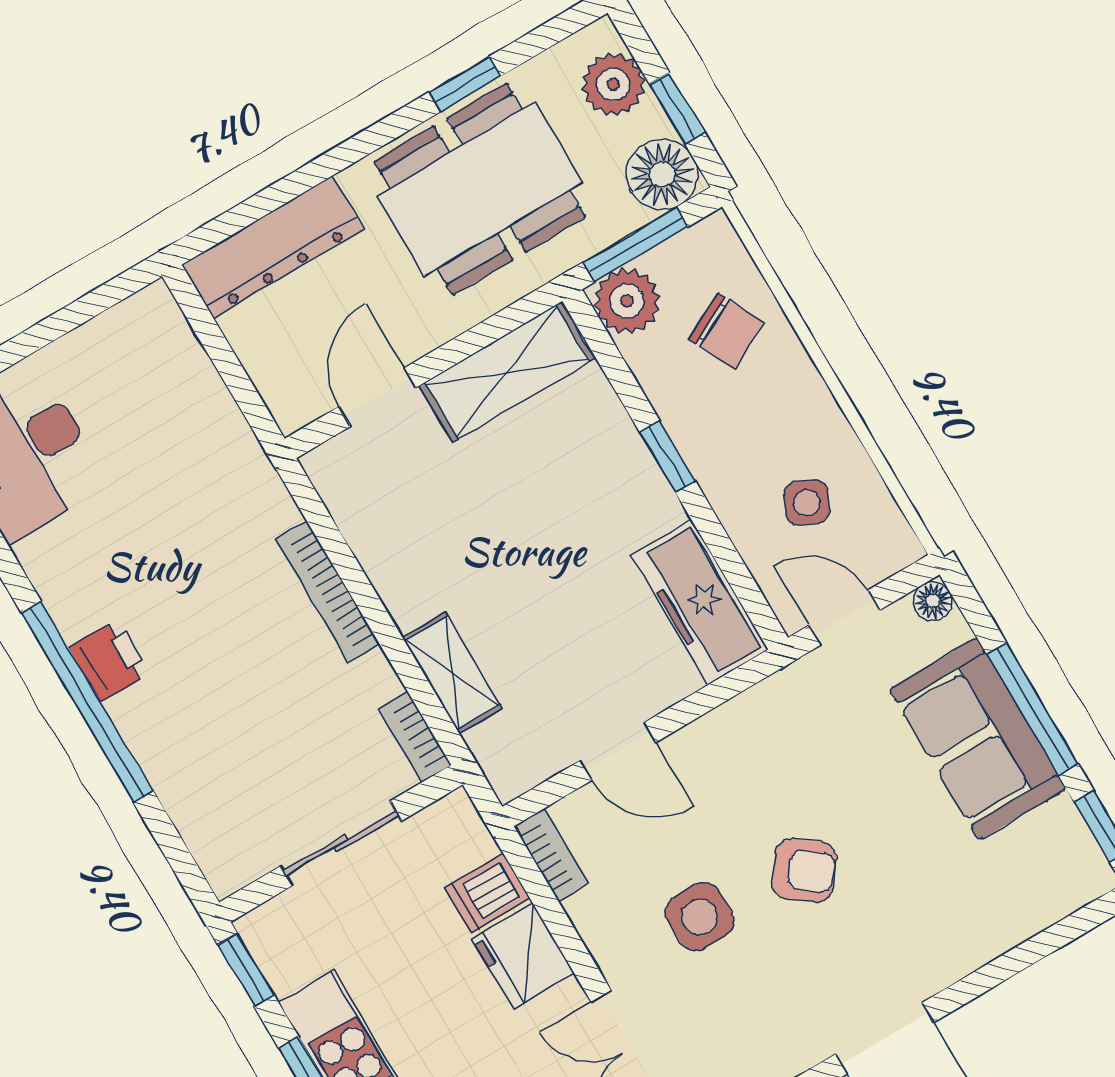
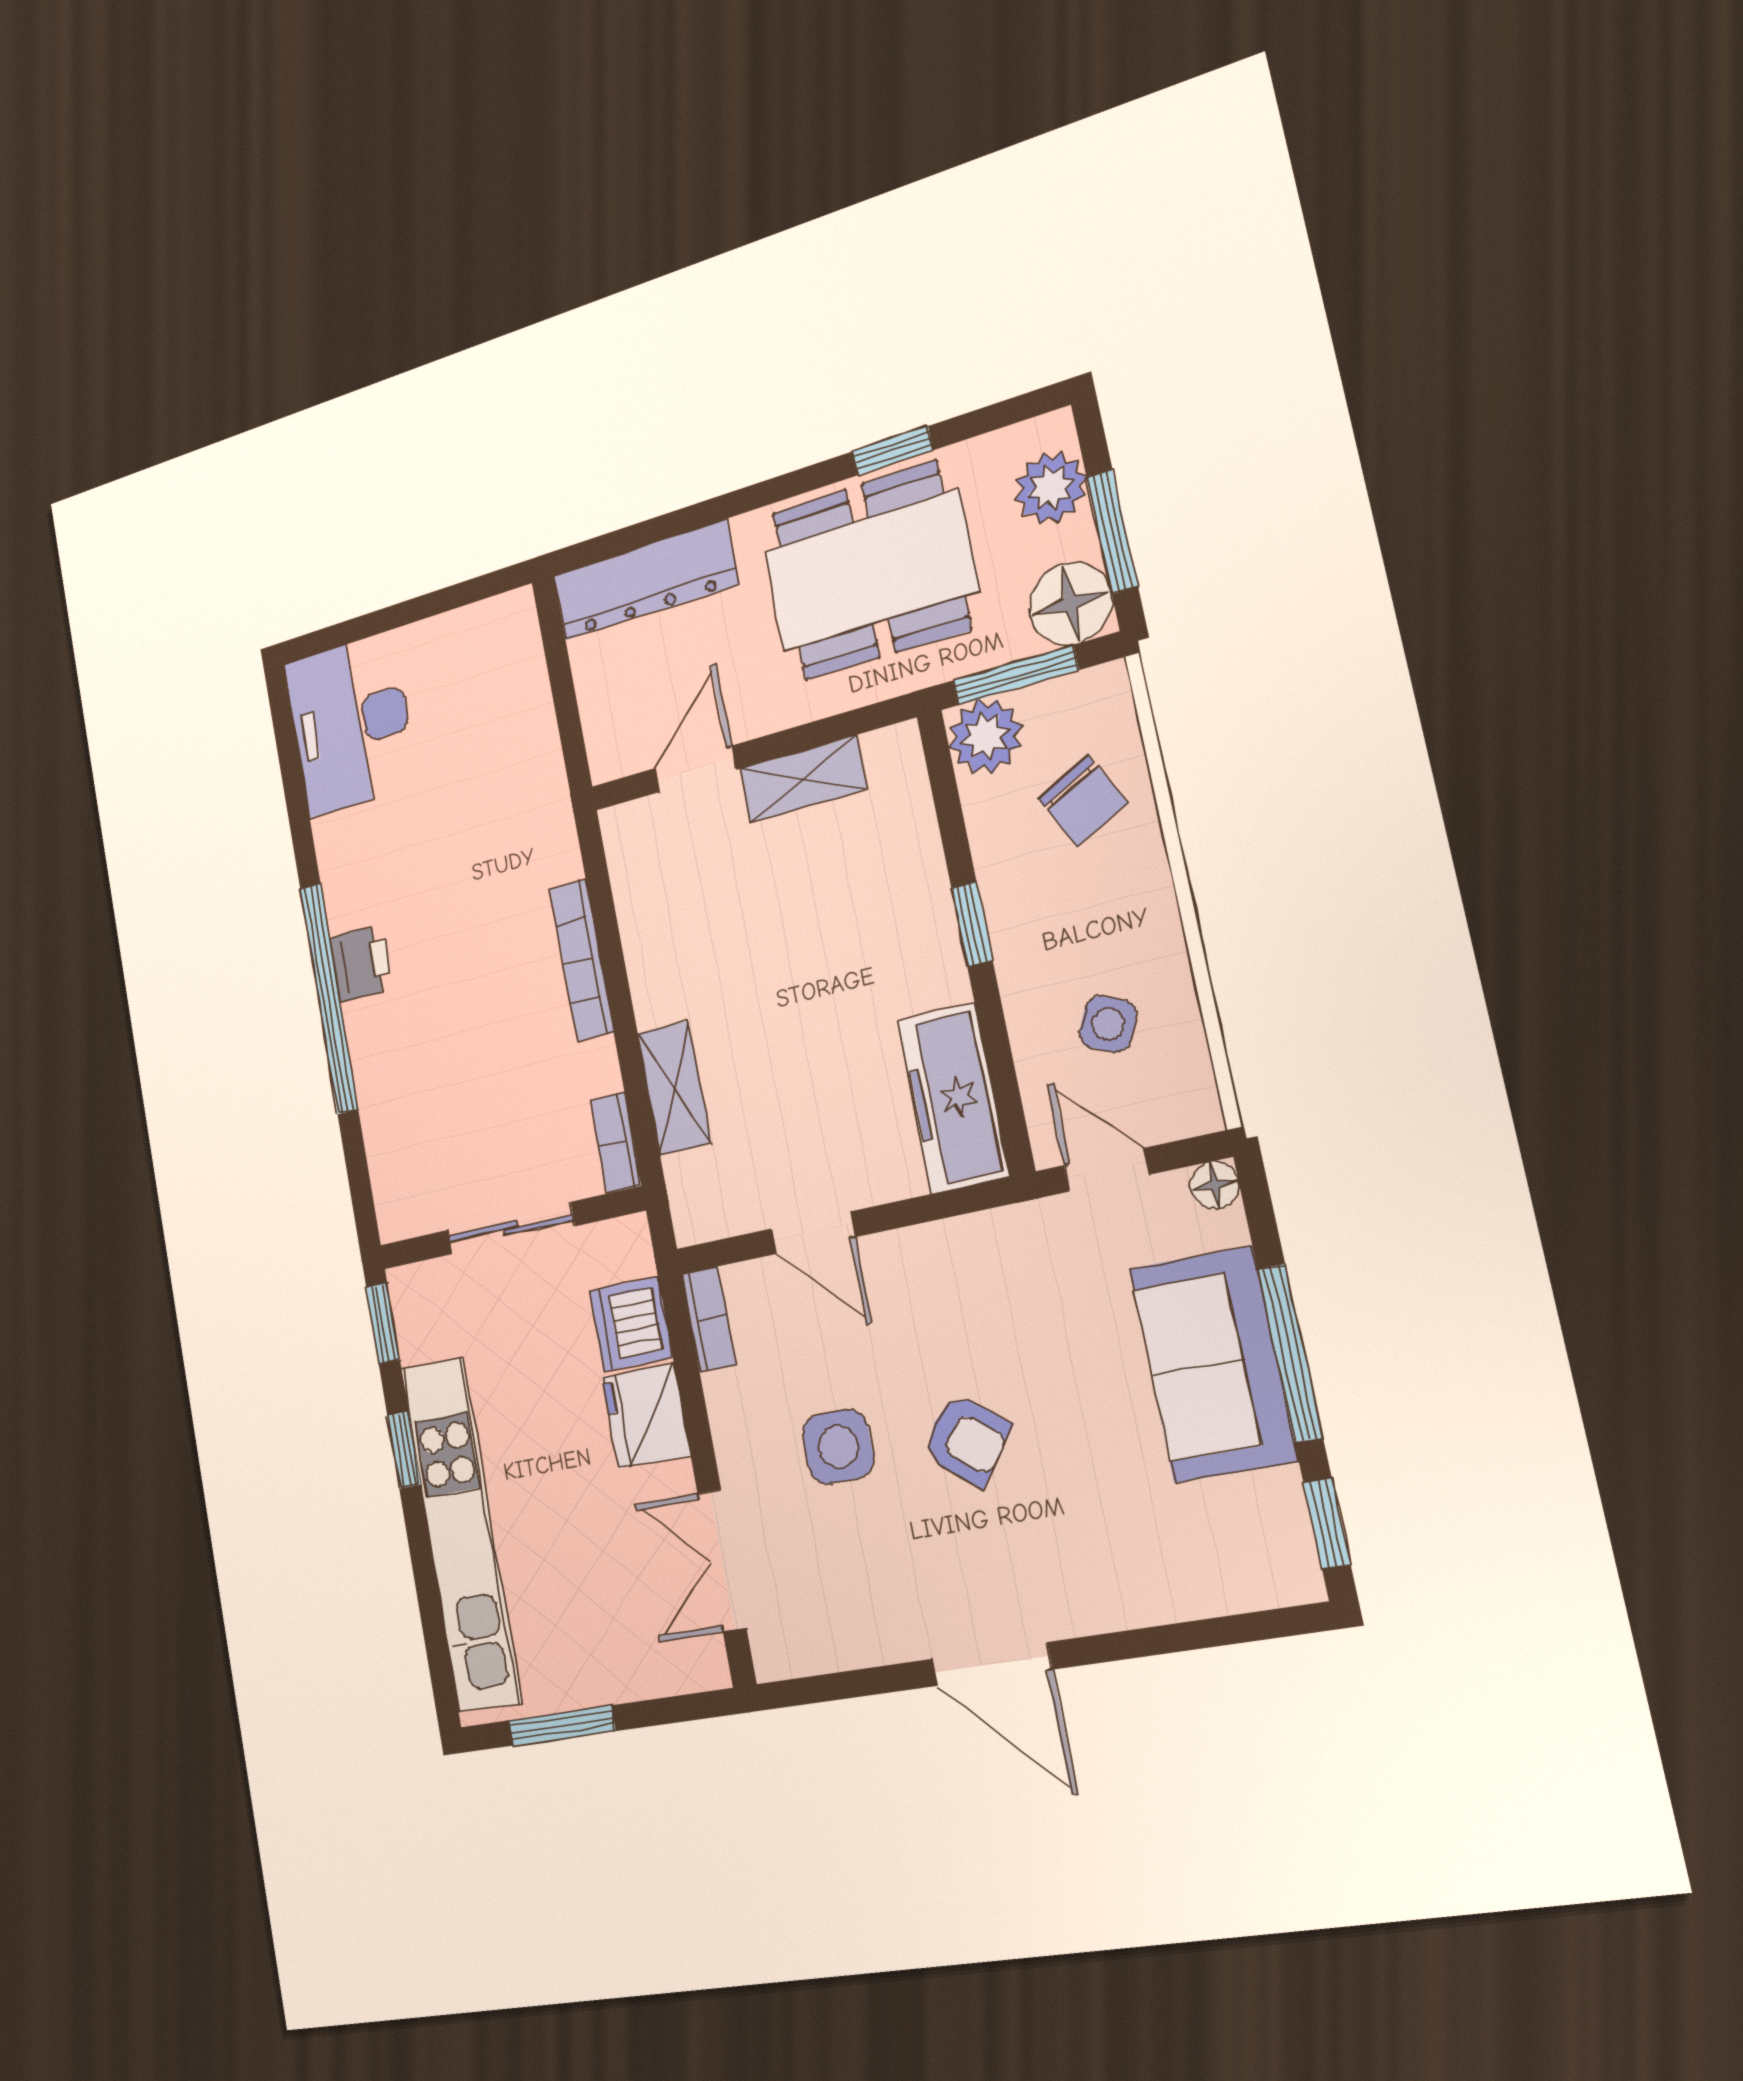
window: (677, 108) -> (1112, 531), width x1.50
shelving: (507, 372) -> (803, 779), width x0.67, depth x0.75
dishwasher: (487, 893) -> (631, 1324), width x1.38

